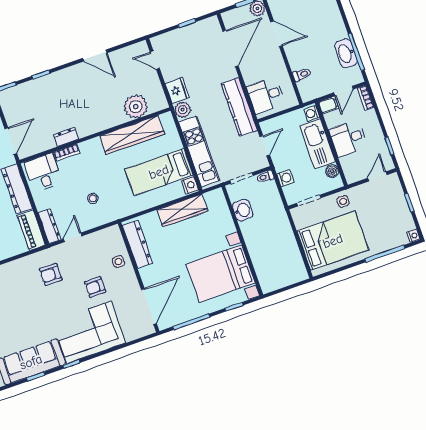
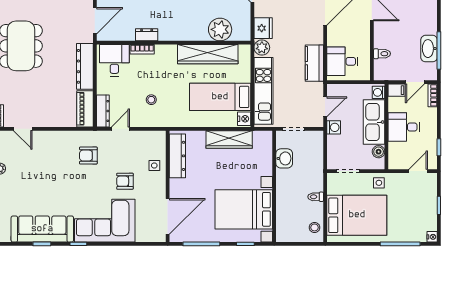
kitchen counter: (239, 107) -> (314, 63), width x0.67
toilet: (265, 177) -> (316, 197), moved
washing machine: (285, 178) -> (334, 127), moved
stool: (296, 267) -> (314, 227), added

